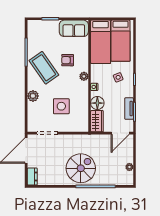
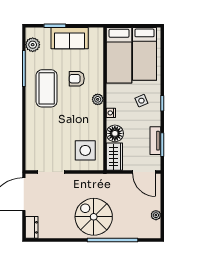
sofa: (74, 28) -> (70, 38), moved
coffee table: (44, 68) -> (47, 88), turned 35
plant: (33, 96) -> (33, 45), moved
side table: (61, 106) -> (85, 150), moved
door: (120, 133) -> (144, 172), hinge flipped
spiral stairs: (81, 168) -> (94, 217), turned -90

